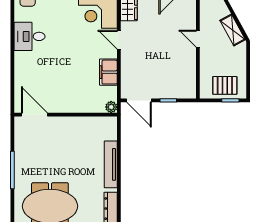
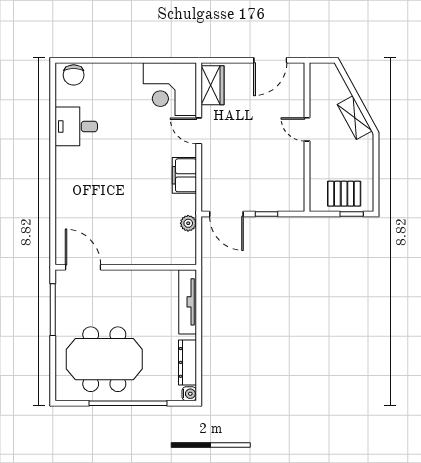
door: (34, 115) -> (83, 267), moved
wall: (66, 115) -> (126, 267), moved

